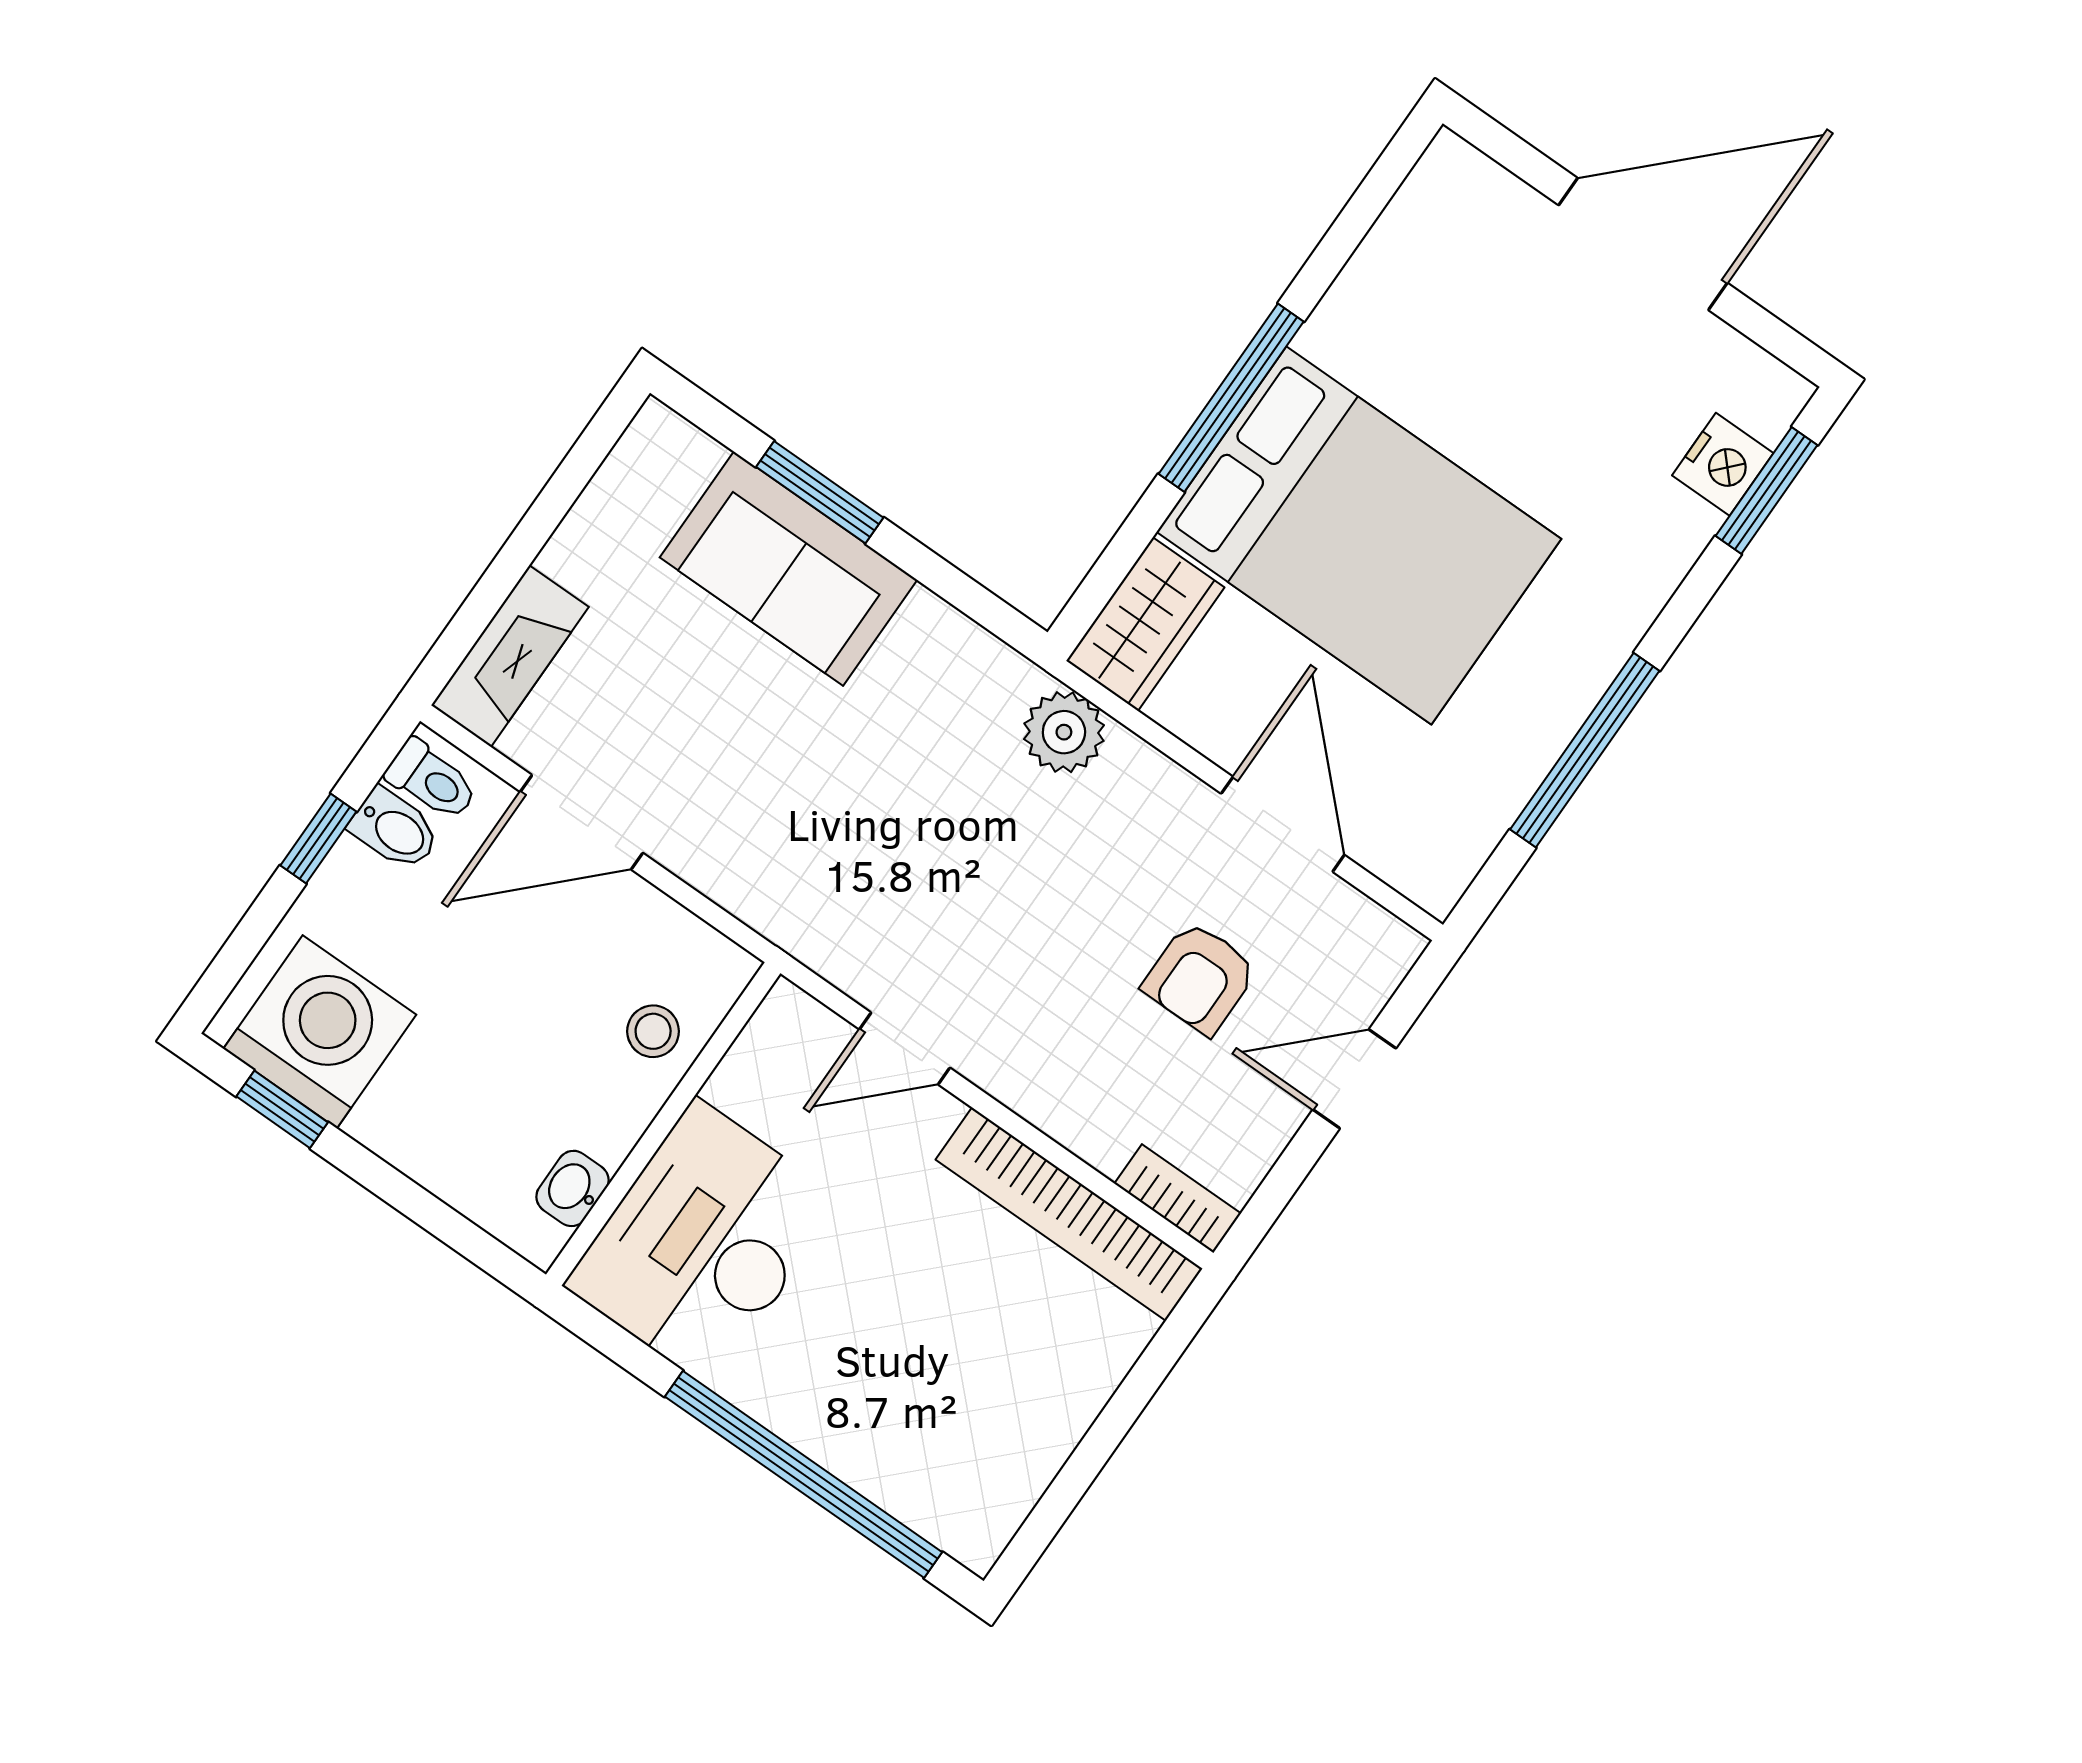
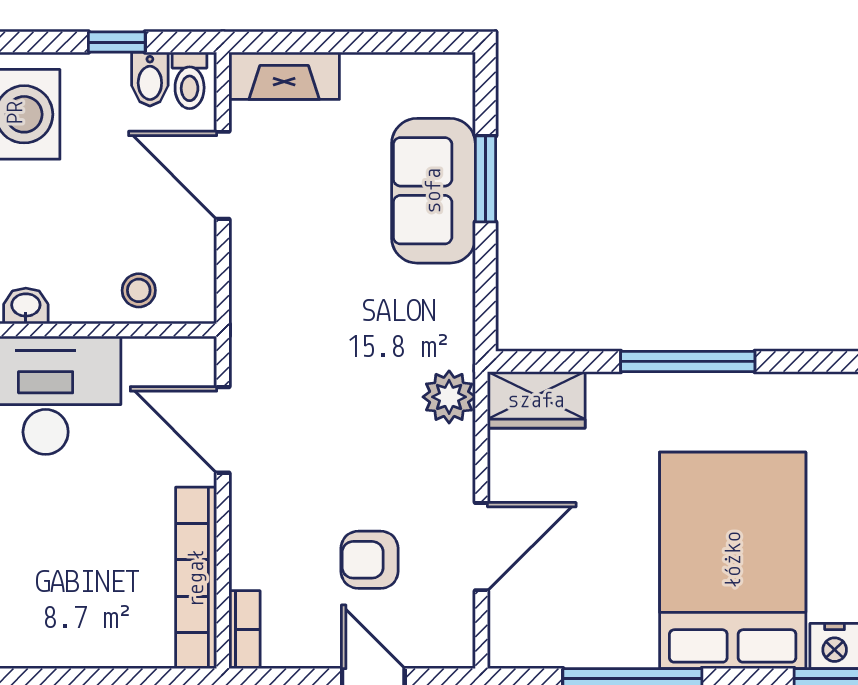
bed: (1359, 535) -> (733, 560), moved, turned 180
door: (905, 1049) -> (223, 430), width x1.38

